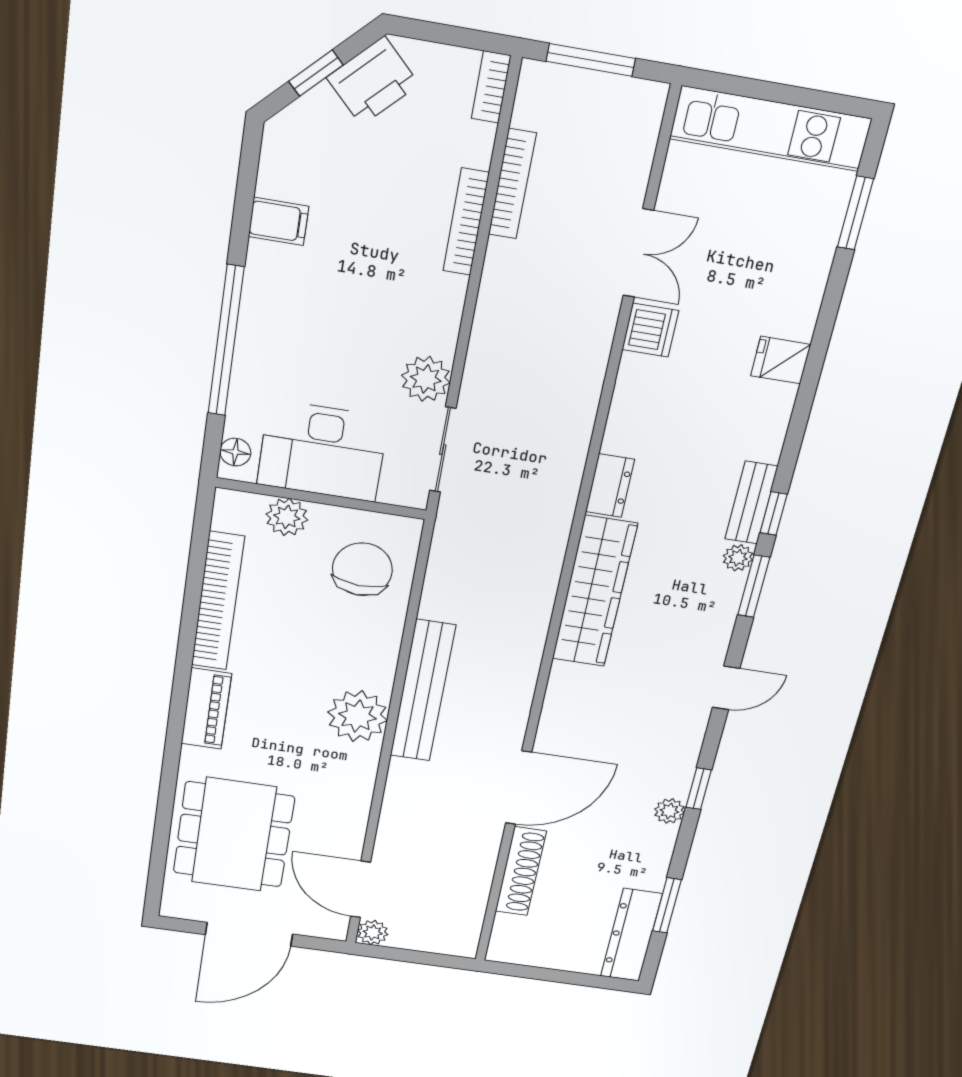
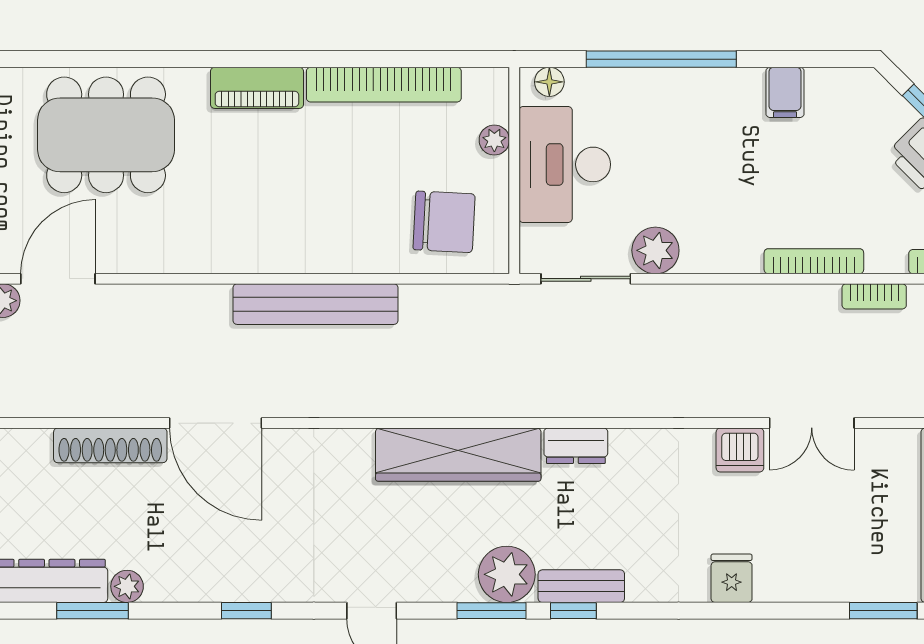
bookcase: (512, 184) -> (874, 296), width x0.64
plant: (287, 517) -> (494, 140), width x0.73, depth x0.73
plant: (738, 558) -> (507, 574), width x1.88, depth x1.88
plant: (357, 716) -> (274, 243), removed
plant: (669, 811) -> (127, 586), moved

